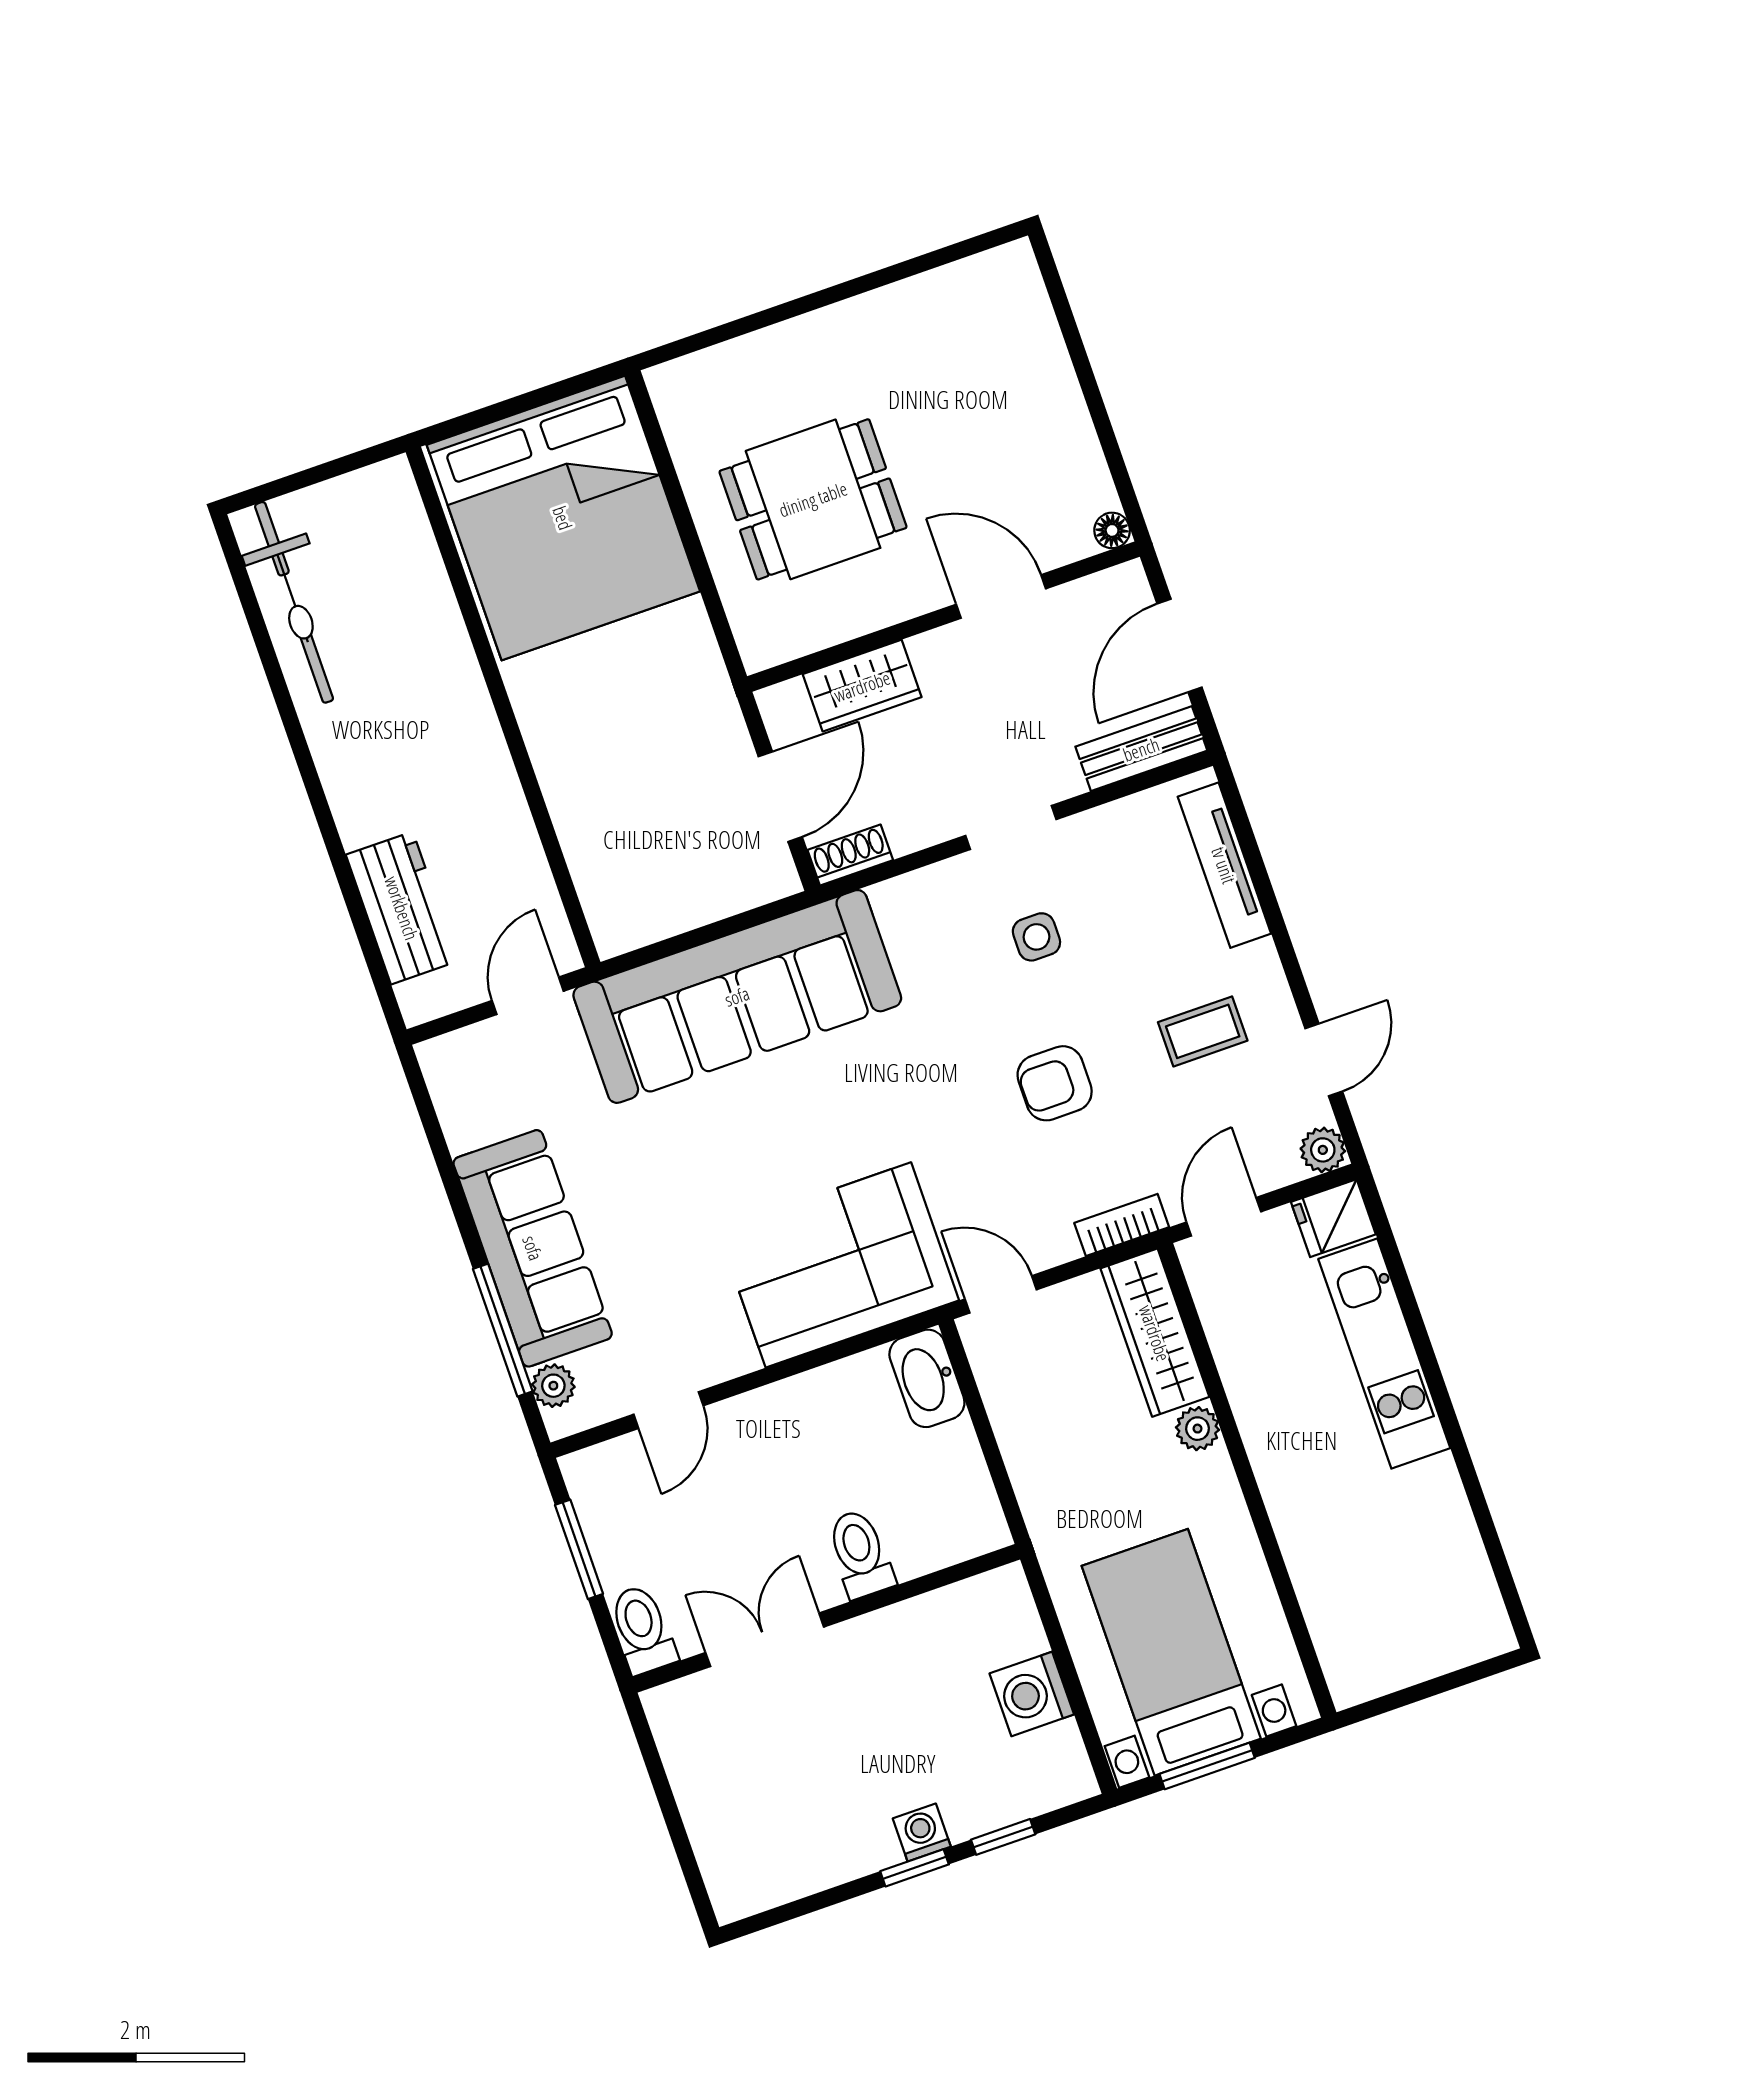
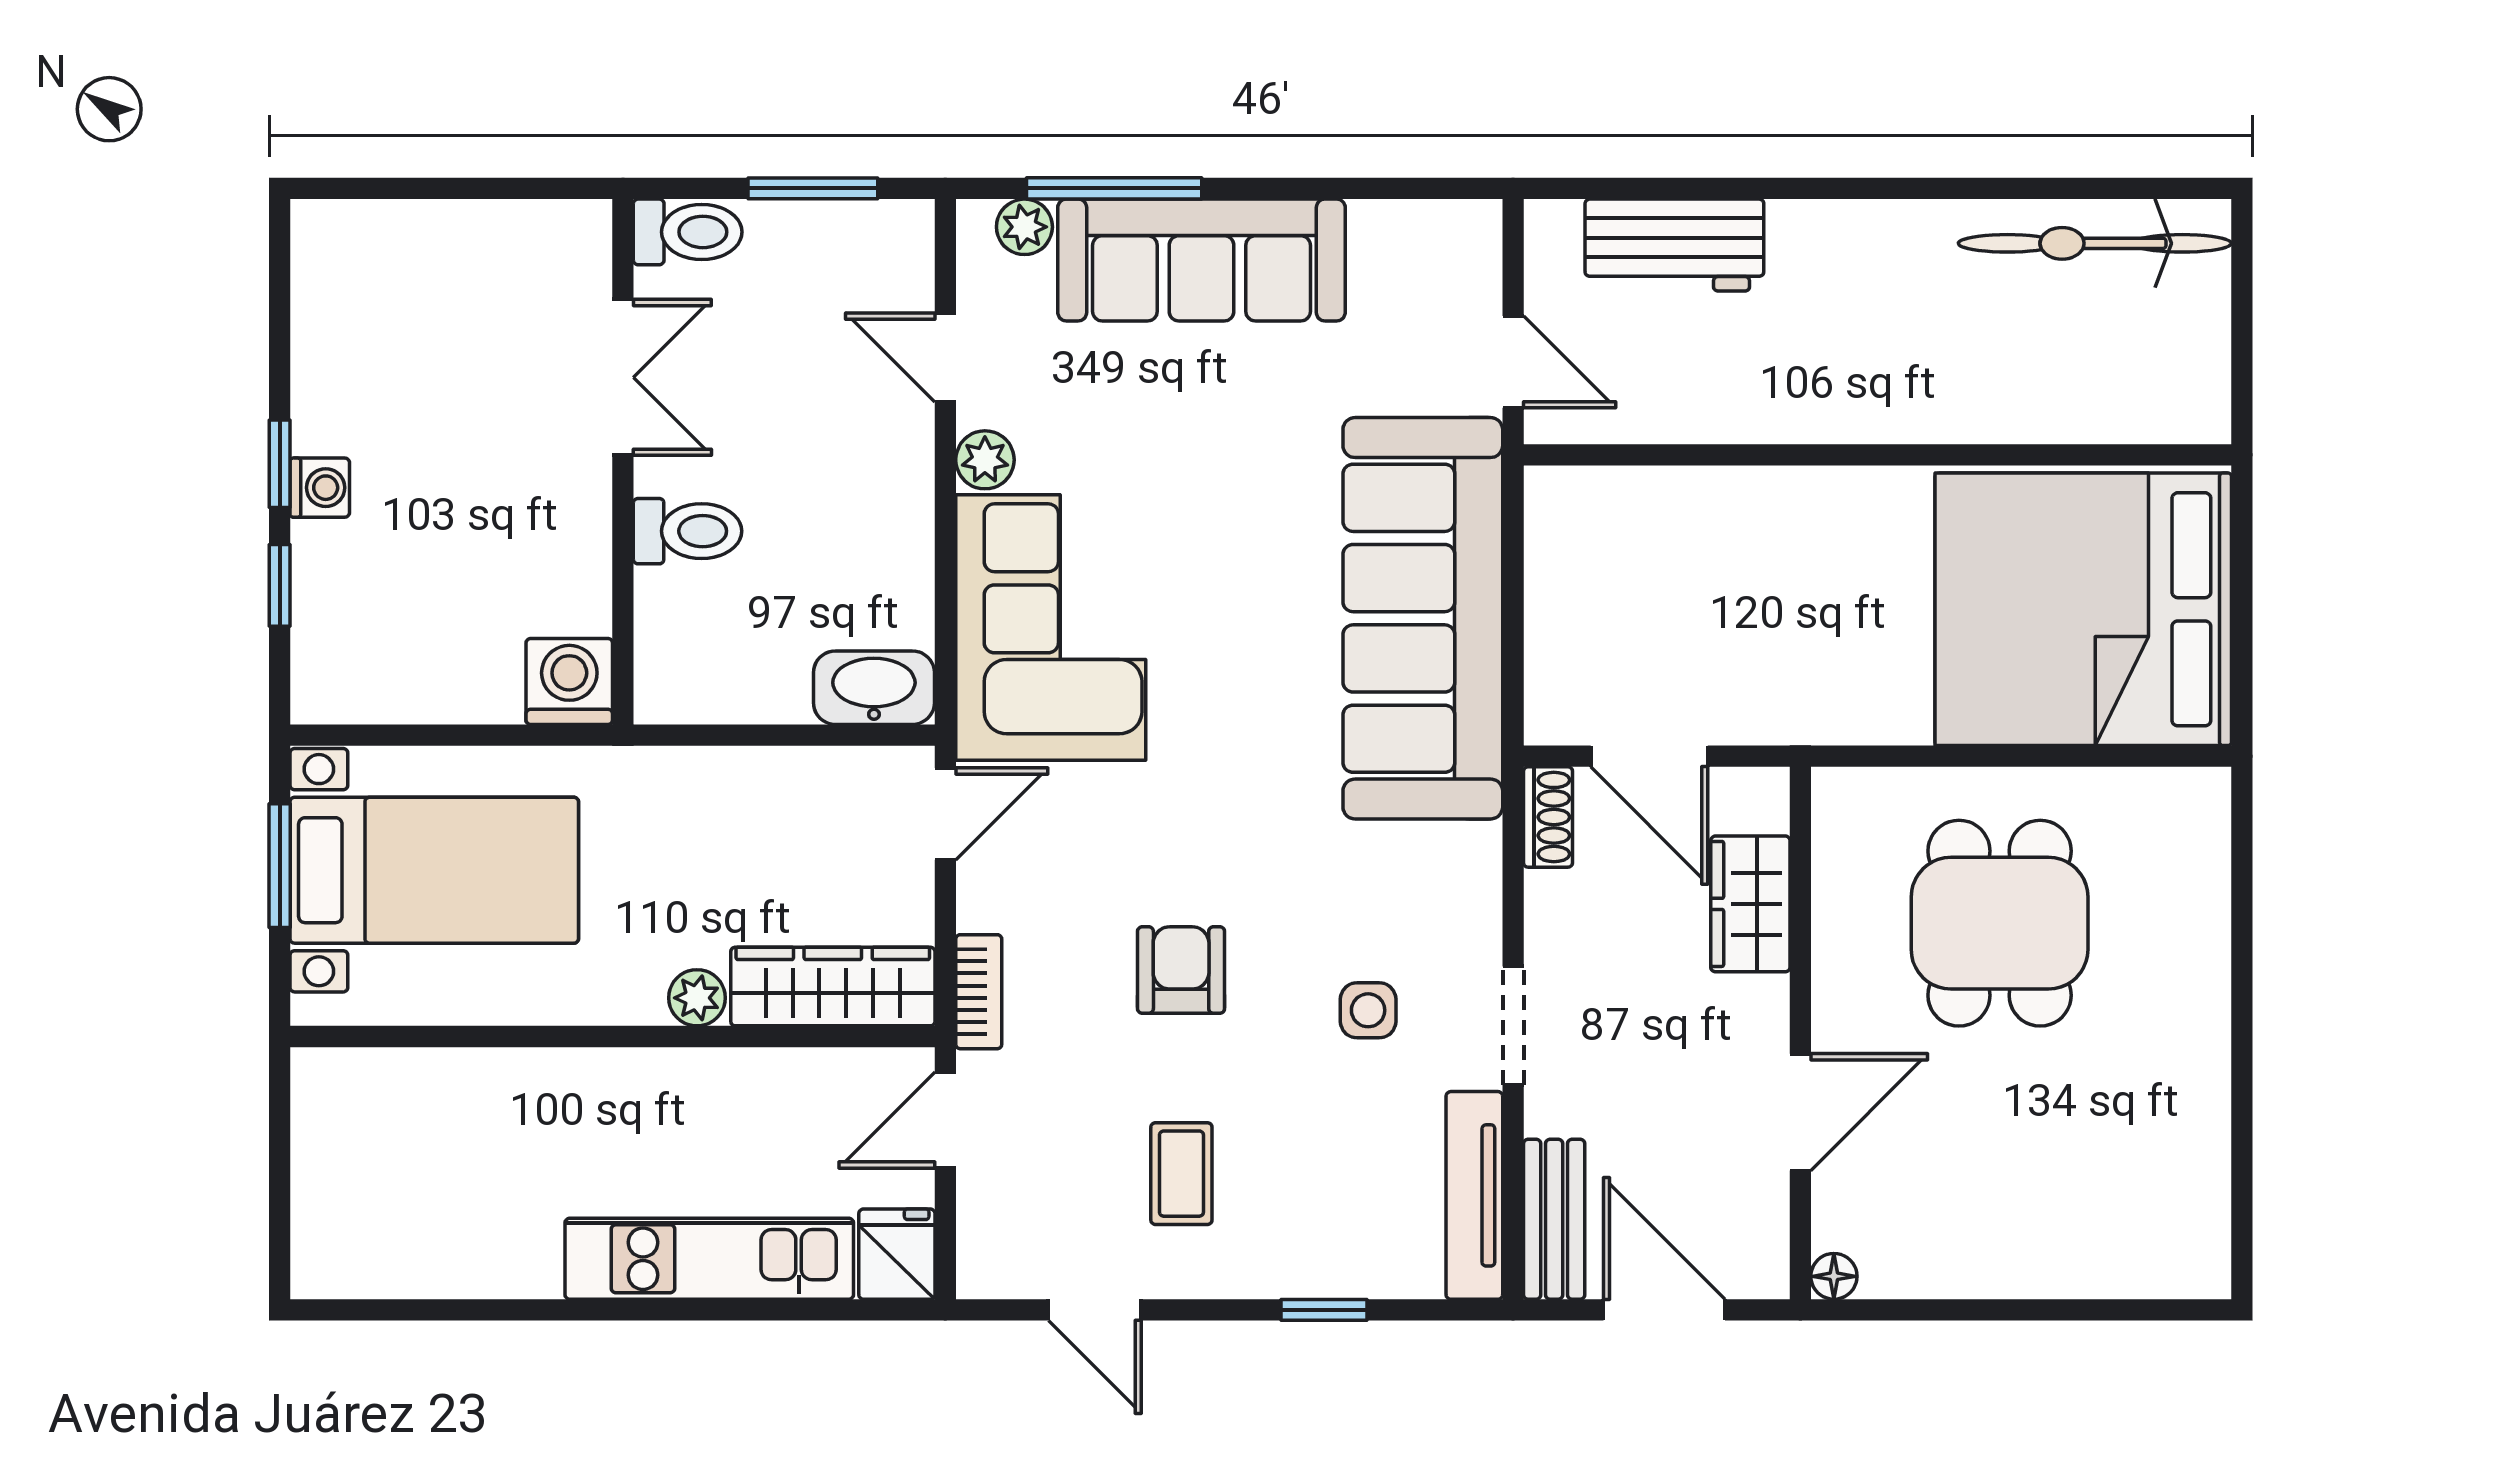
tv unit: (1224, 865) -> (1474, 1195), moved, turned -90
window: (1266, 893) -> (1324, 1310), added
plant: (1323, 1150) -> (985, 460), moved
door: (1224, 1217) -> (945, 1120), swing flipped
washing machine: (1032, 1694) -> (569, 681), moved

